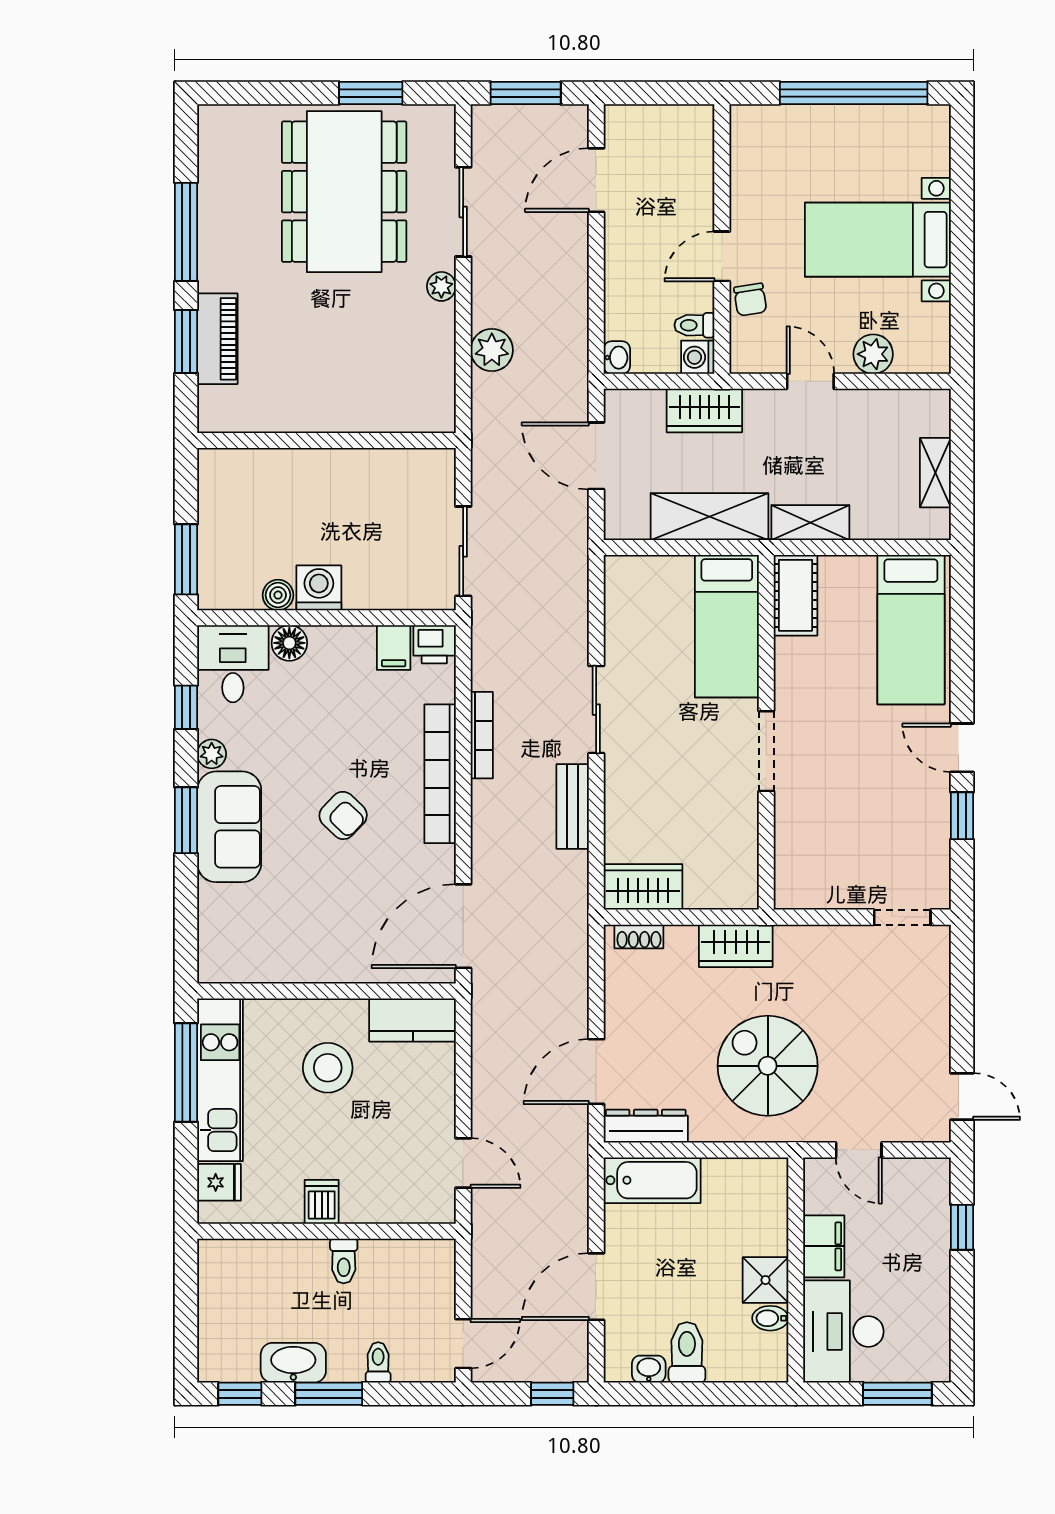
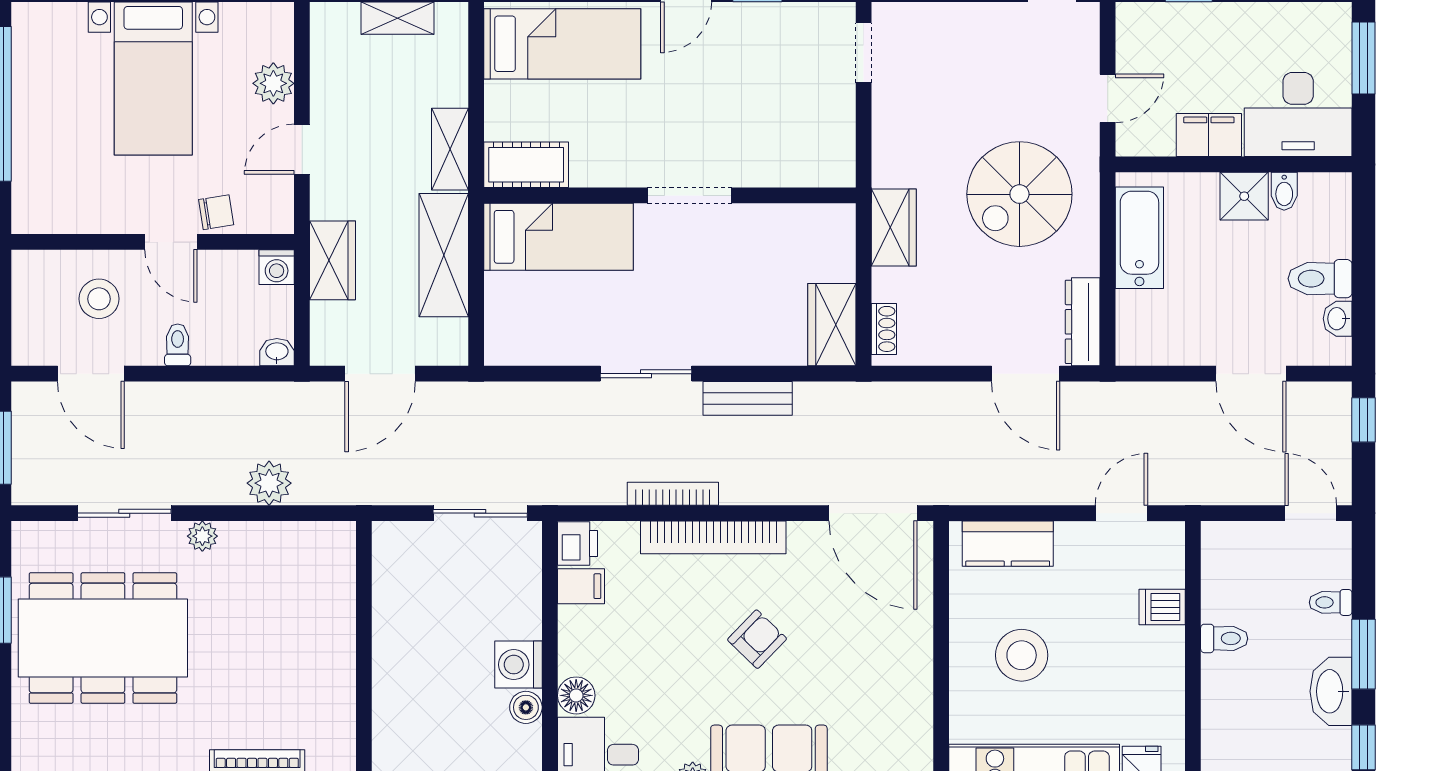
stool: (668, 188) -> (99, 299), added
toilet: (694, 325) -> (178, 345), moved, turned 180
kitchen counter: (413, 1020) -> (1008, 544), moved, turned 90
bathtub: (652, 1180) -> (1139, 238), moved
dishwasher: (322, 1202) -> (1162, 607), moved

